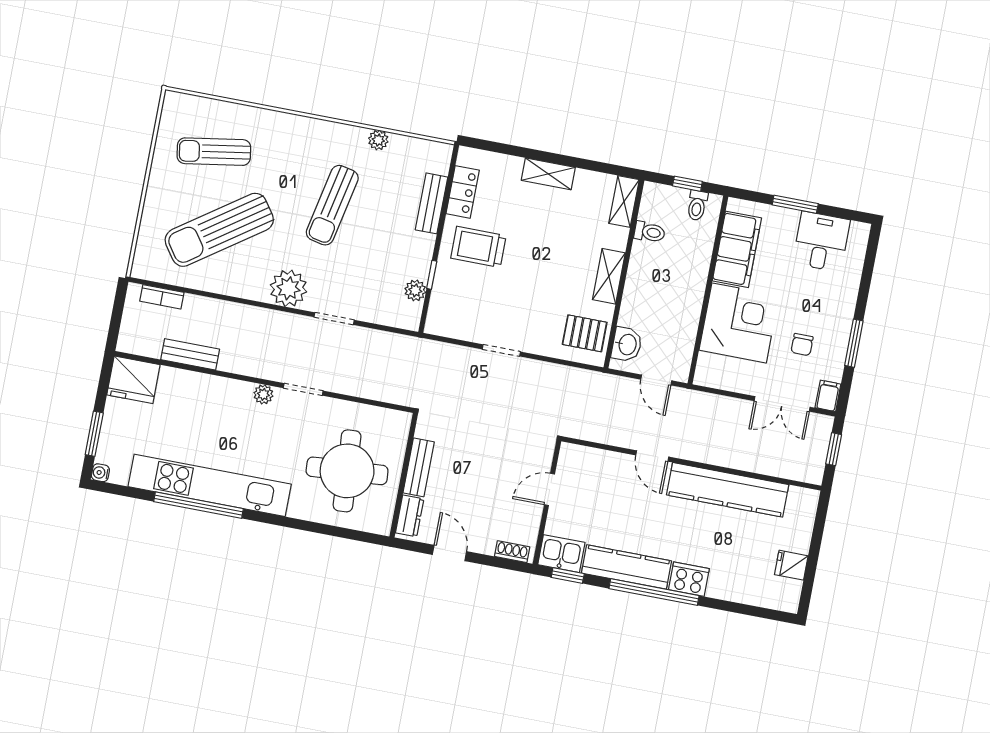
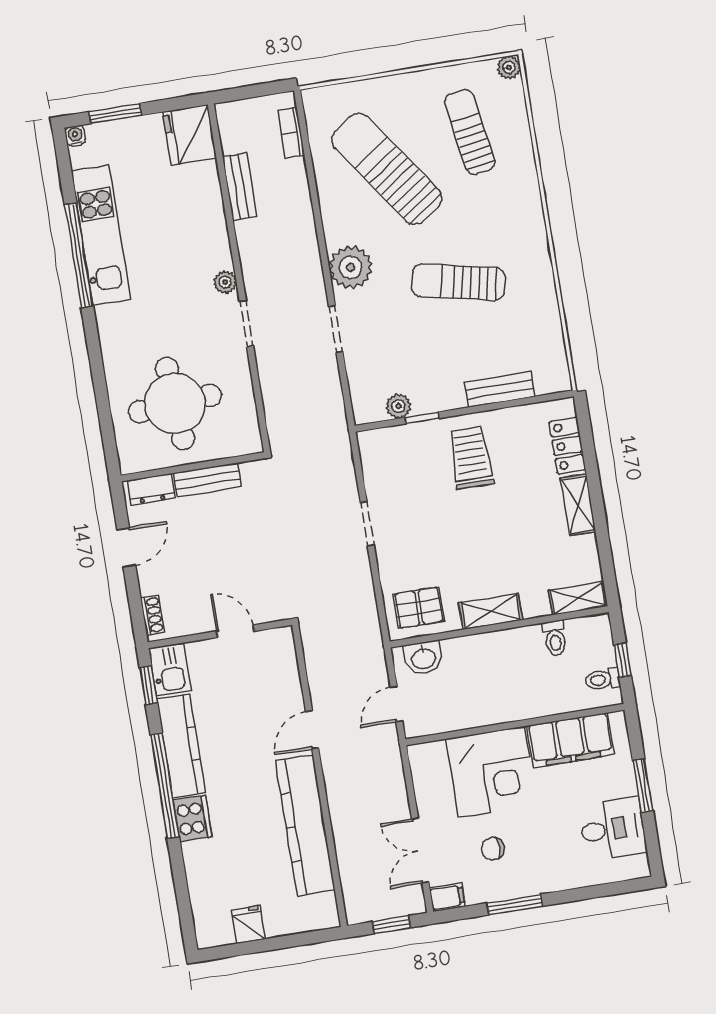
plant: (378, 140) -> (509, 67), moved
locker: (463, 192) -> (567, 446), moved, turned 90
pallet: (585, 333) -> (419, 608), turned 90
kitchen unit: (210, 485) -> (101, 235), width x0.73

